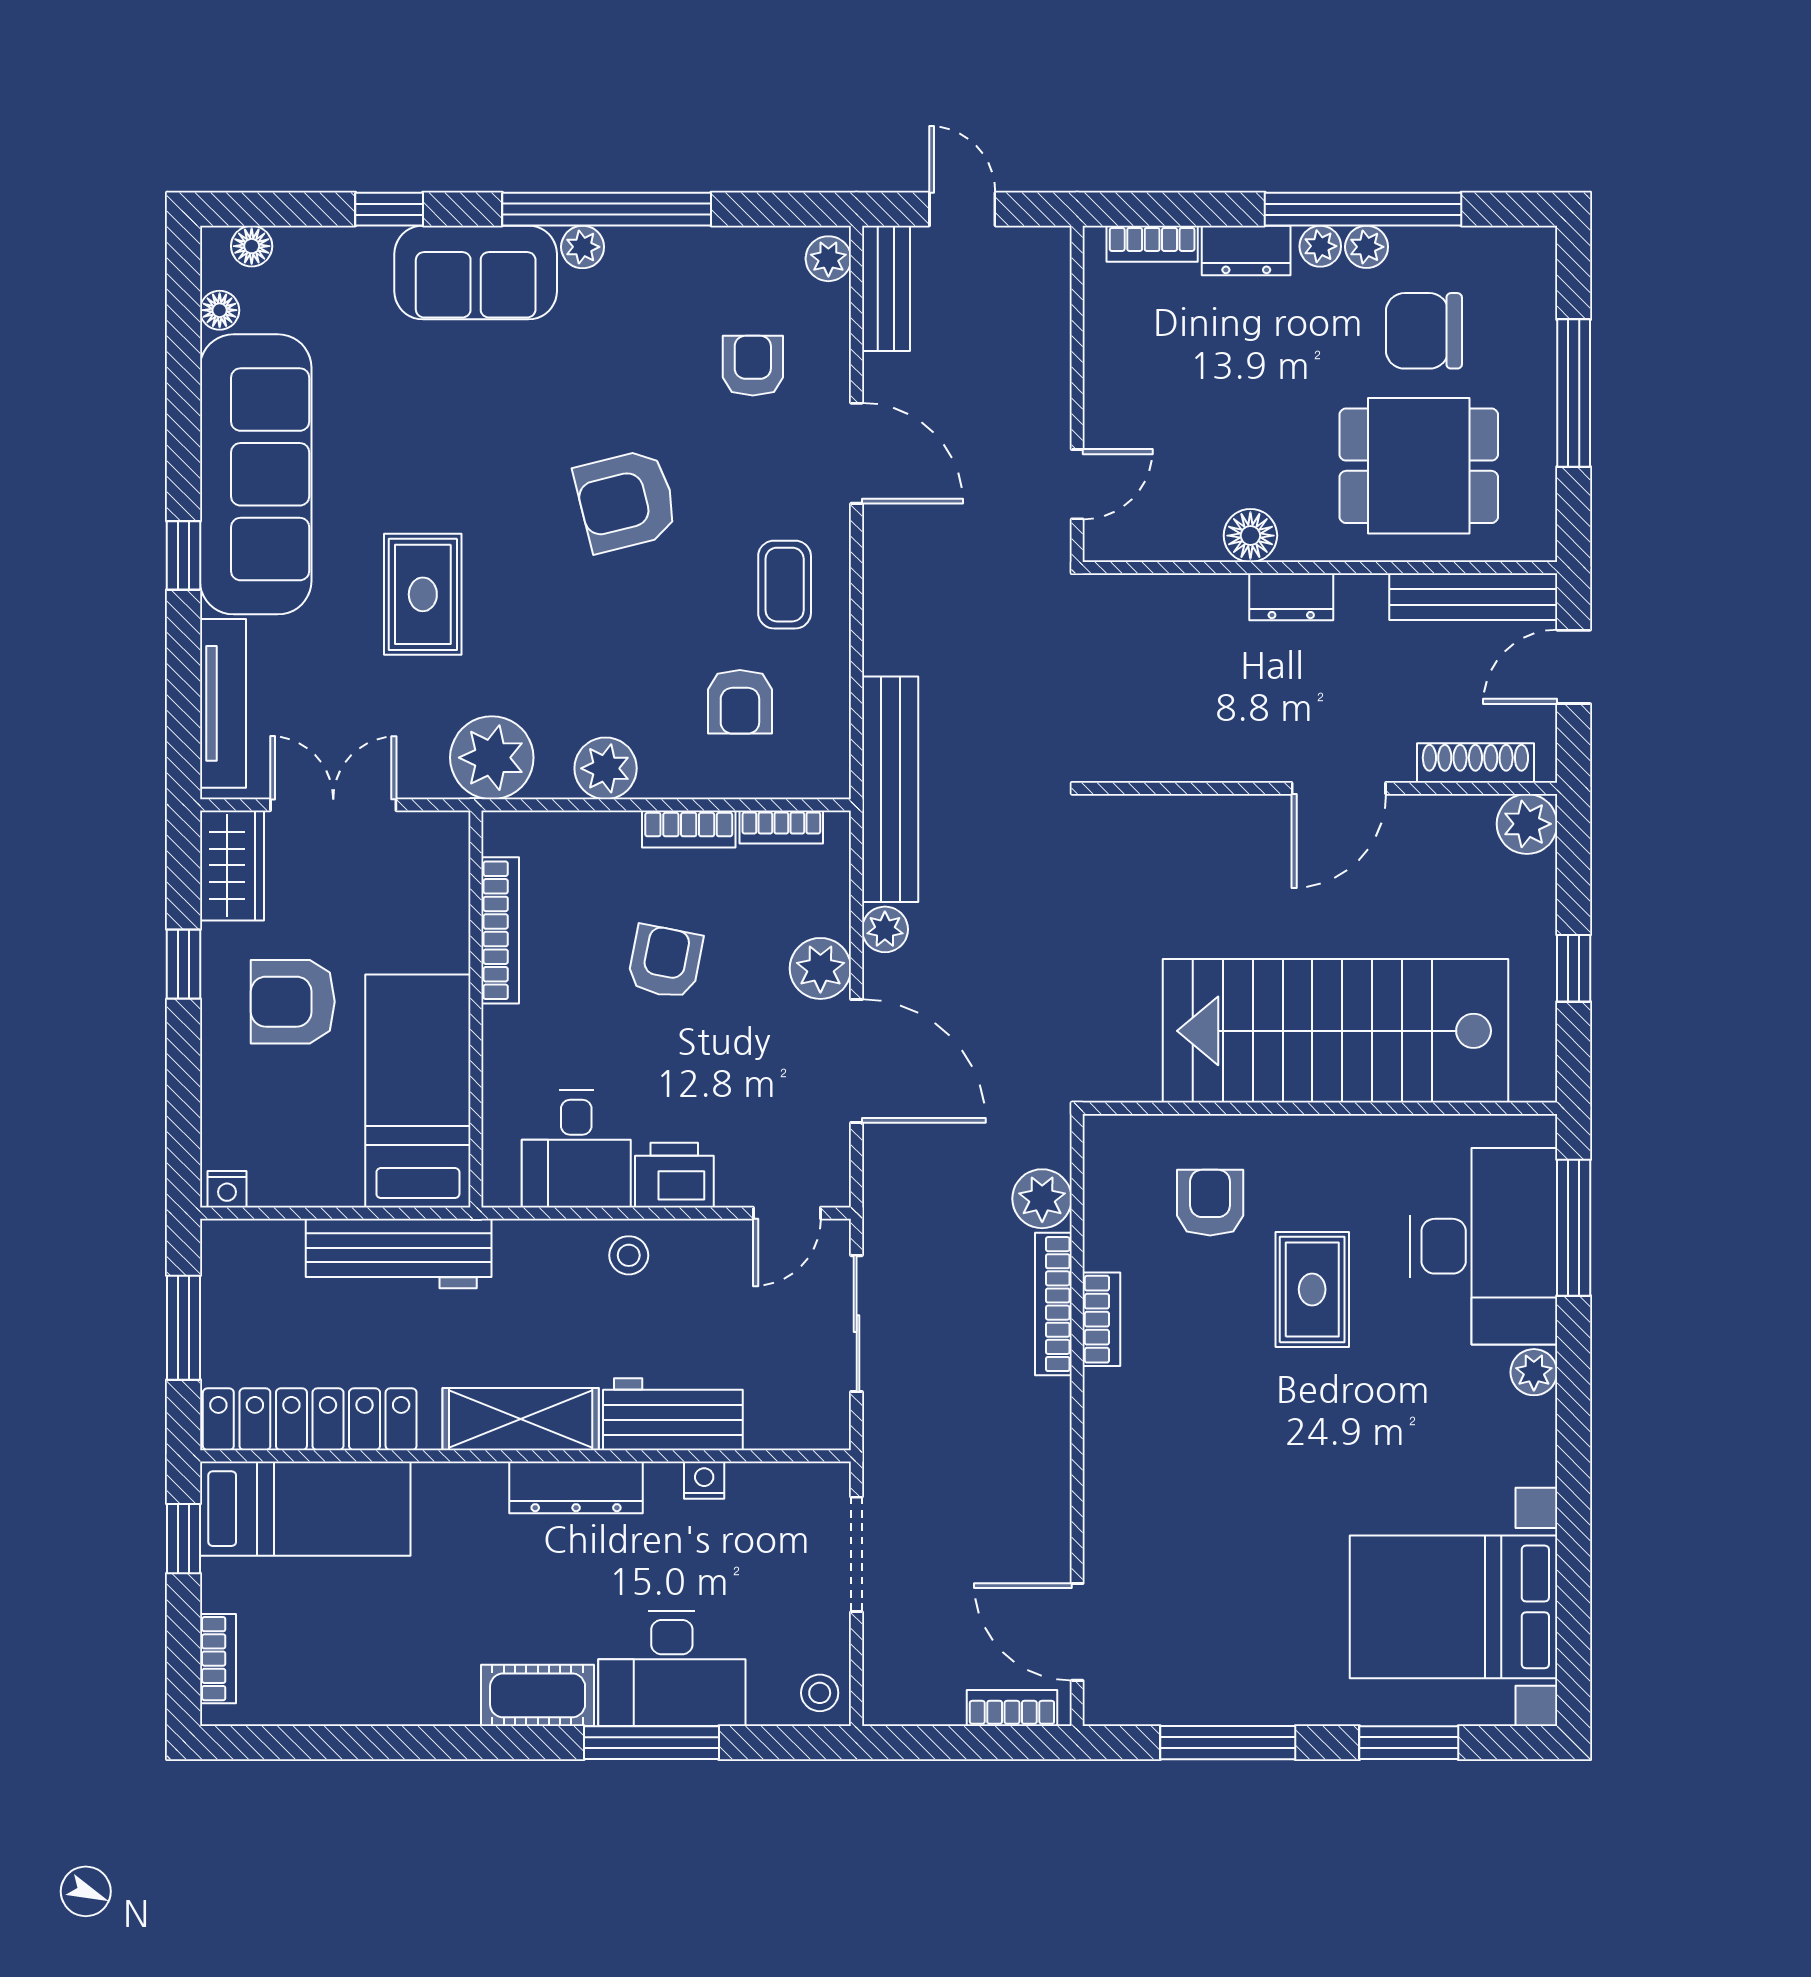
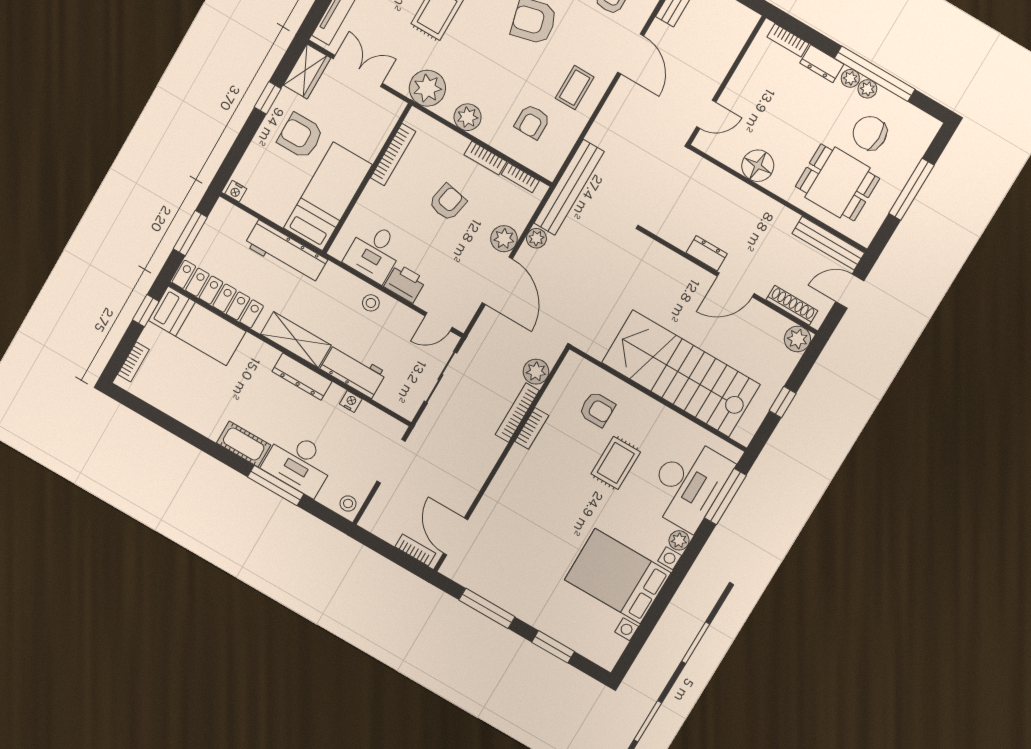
floor lamp: (1250, 536) -> (758, 166), width x1.38, depth x1.38
dresser: (1291, 597) -> (707, 253), moved, turned 180
armchair: (1210, 1203) -> (597, 409), turned 90
bed with nightstands: (1453, 1607) -> (618, 576), moved

